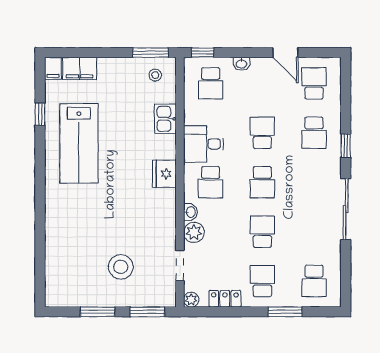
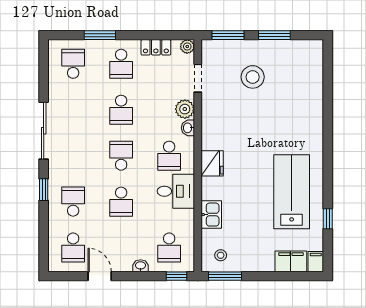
school desk: (211, 83) -> (169, 248), turned 180
school desk: (211, 182) -> (169, 156), turned 180

